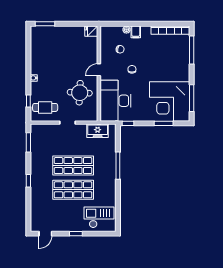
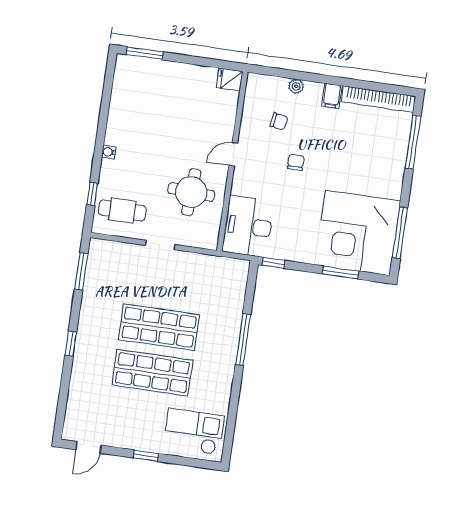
filing cabinet: (136, 32) -> (332, 96), moved
desk: (115, 101) -> (248, 226), width x0.73, depth x0.77
freezer: (98, 131) -> (214, 268), removed

